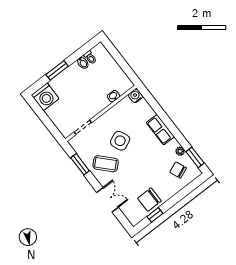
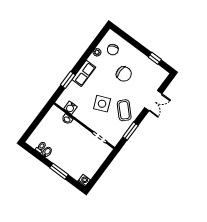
water cooler: (136, 96) -> (70, 108), moved
washing machine: (45, 97) -> (84, 181), width x0.53, depth x0.53
window: (195, 157) -> (68, 80), moved
double door: (107, 200) -> (153, 101), swing flipped
chair: (149, 200) -> (124, 74), moved

